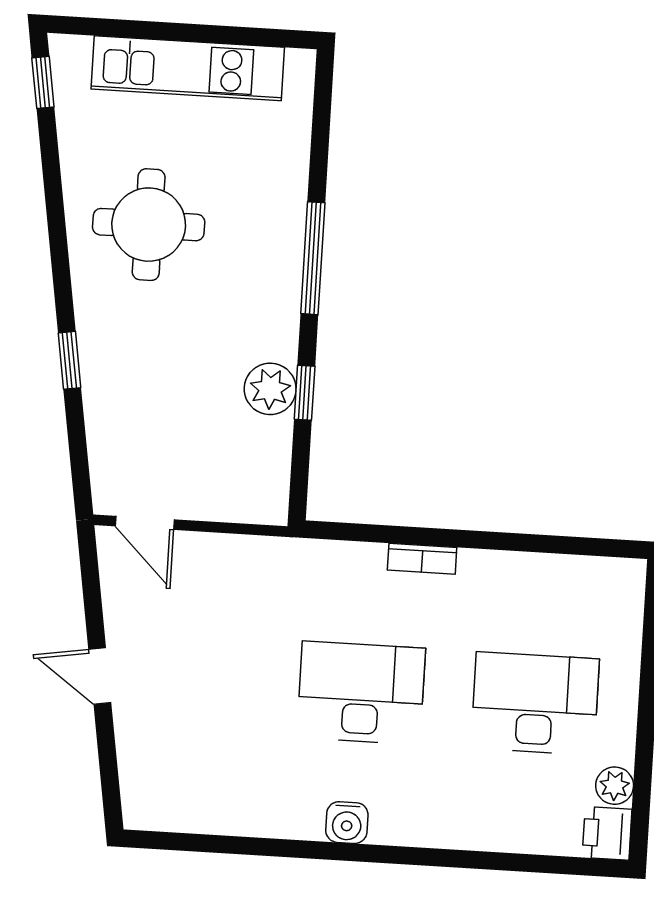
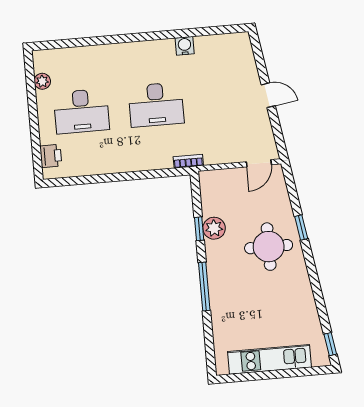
round table: (149, 225) -> (269, 247), moved
door: (145, 523) -> (259, 163), swing flipped
bookcase: (422, 559) -> (188, 161), moved
water cooler: (347, 823) -> (185, 46), moved
printer: (607, 833) -> (51, 156), moved

